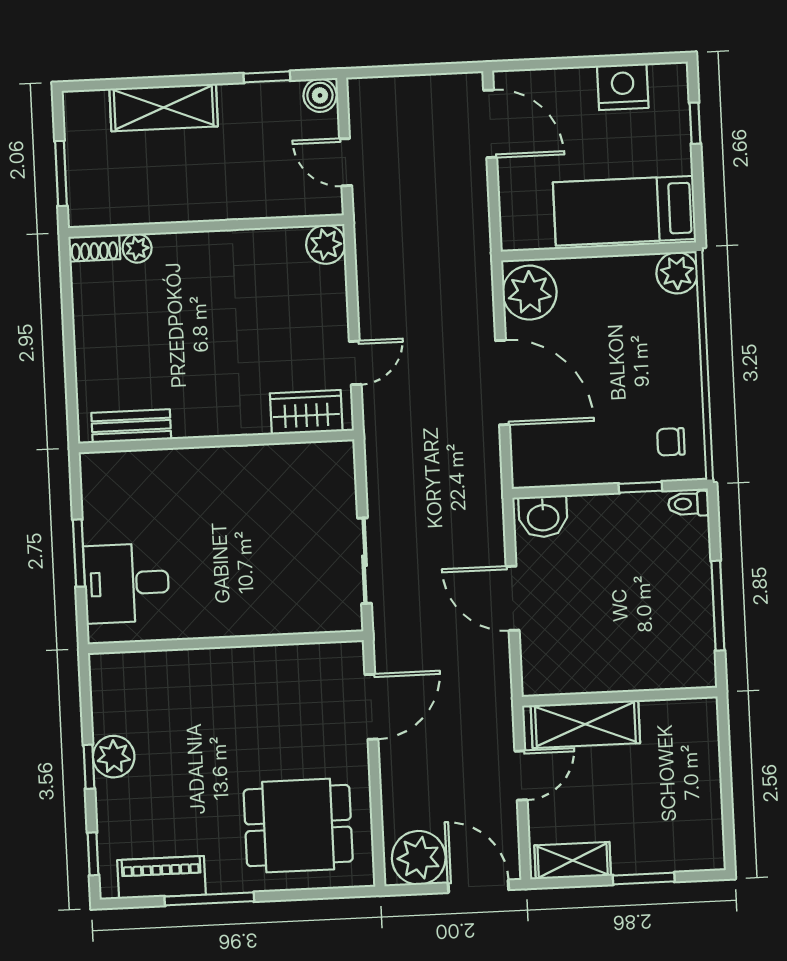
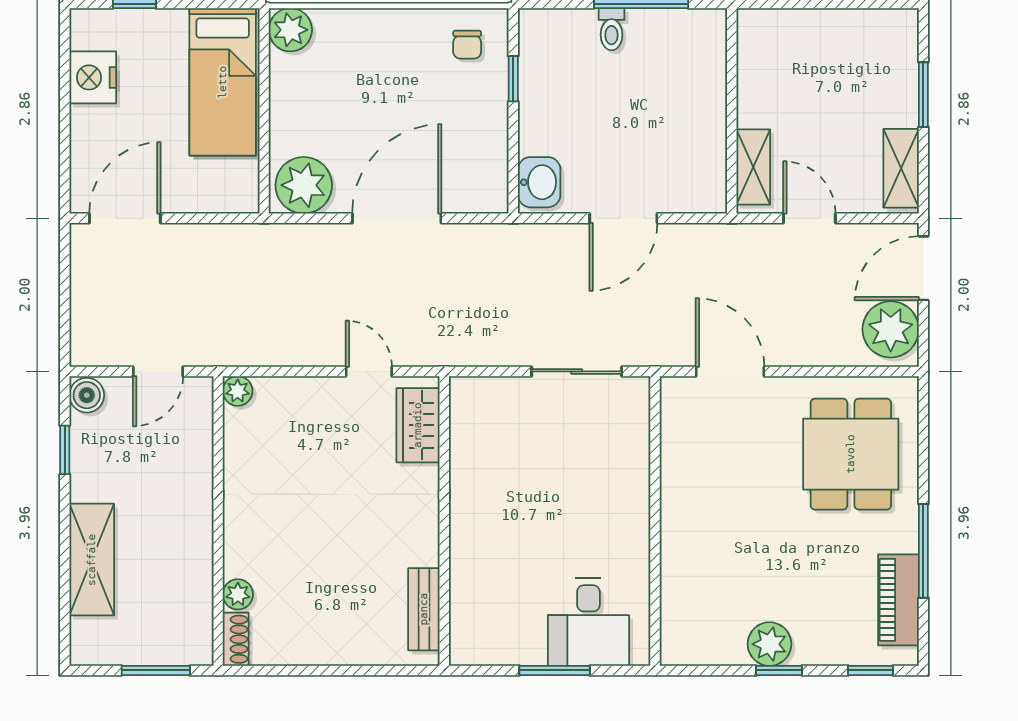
plant: (326, 244) -> (238, 391), width x0.73, depth x0.73
toilet: (688, 504) -> (612, 29), moved
shelving: (585, 724) -> (753, 167), width x0.67, depth x0.75

